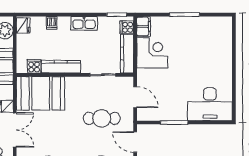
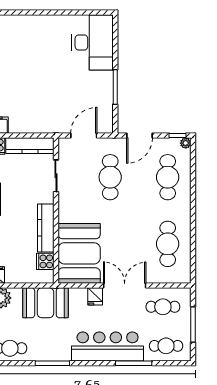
corner desk: (152, 53) -> (28, 114), removed

